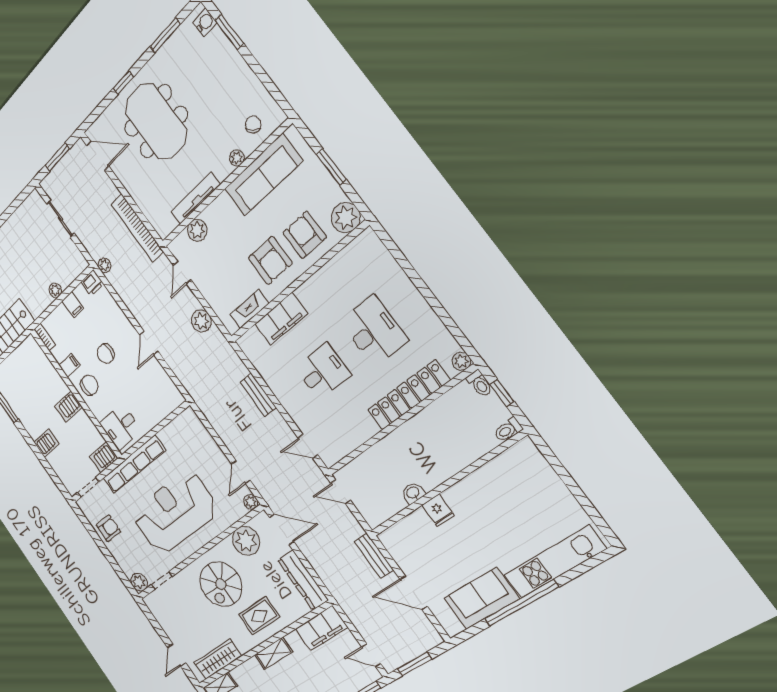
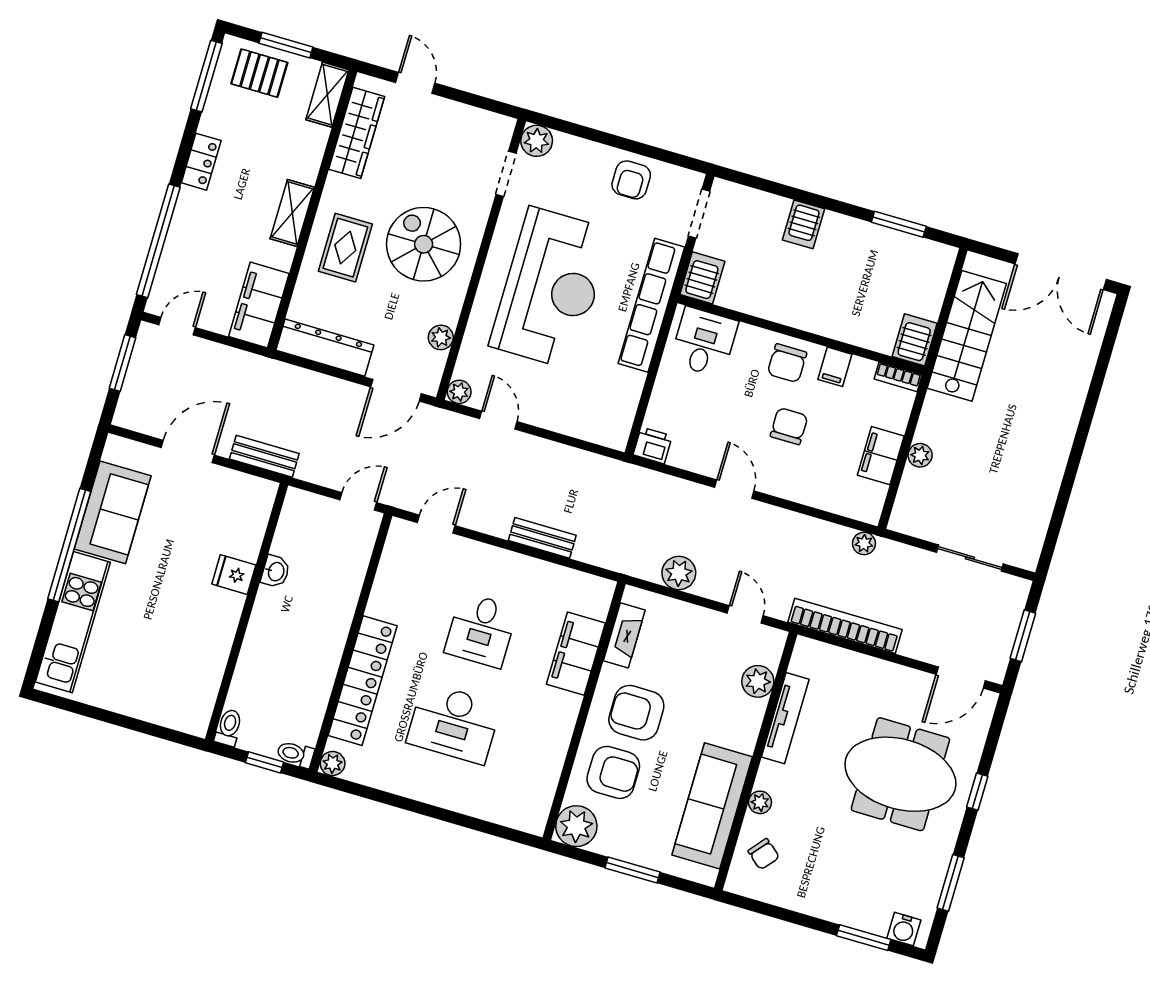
printer: (92, 283) -> (653, 445), moved, turned 90
filing cabinet: (73, 305) -> (881, 456), width x2.00
server rack: (68, 407) -> (915, 340), moved
plant: (246, 541) -> (441, 337), width x0.53, depth x0.53

